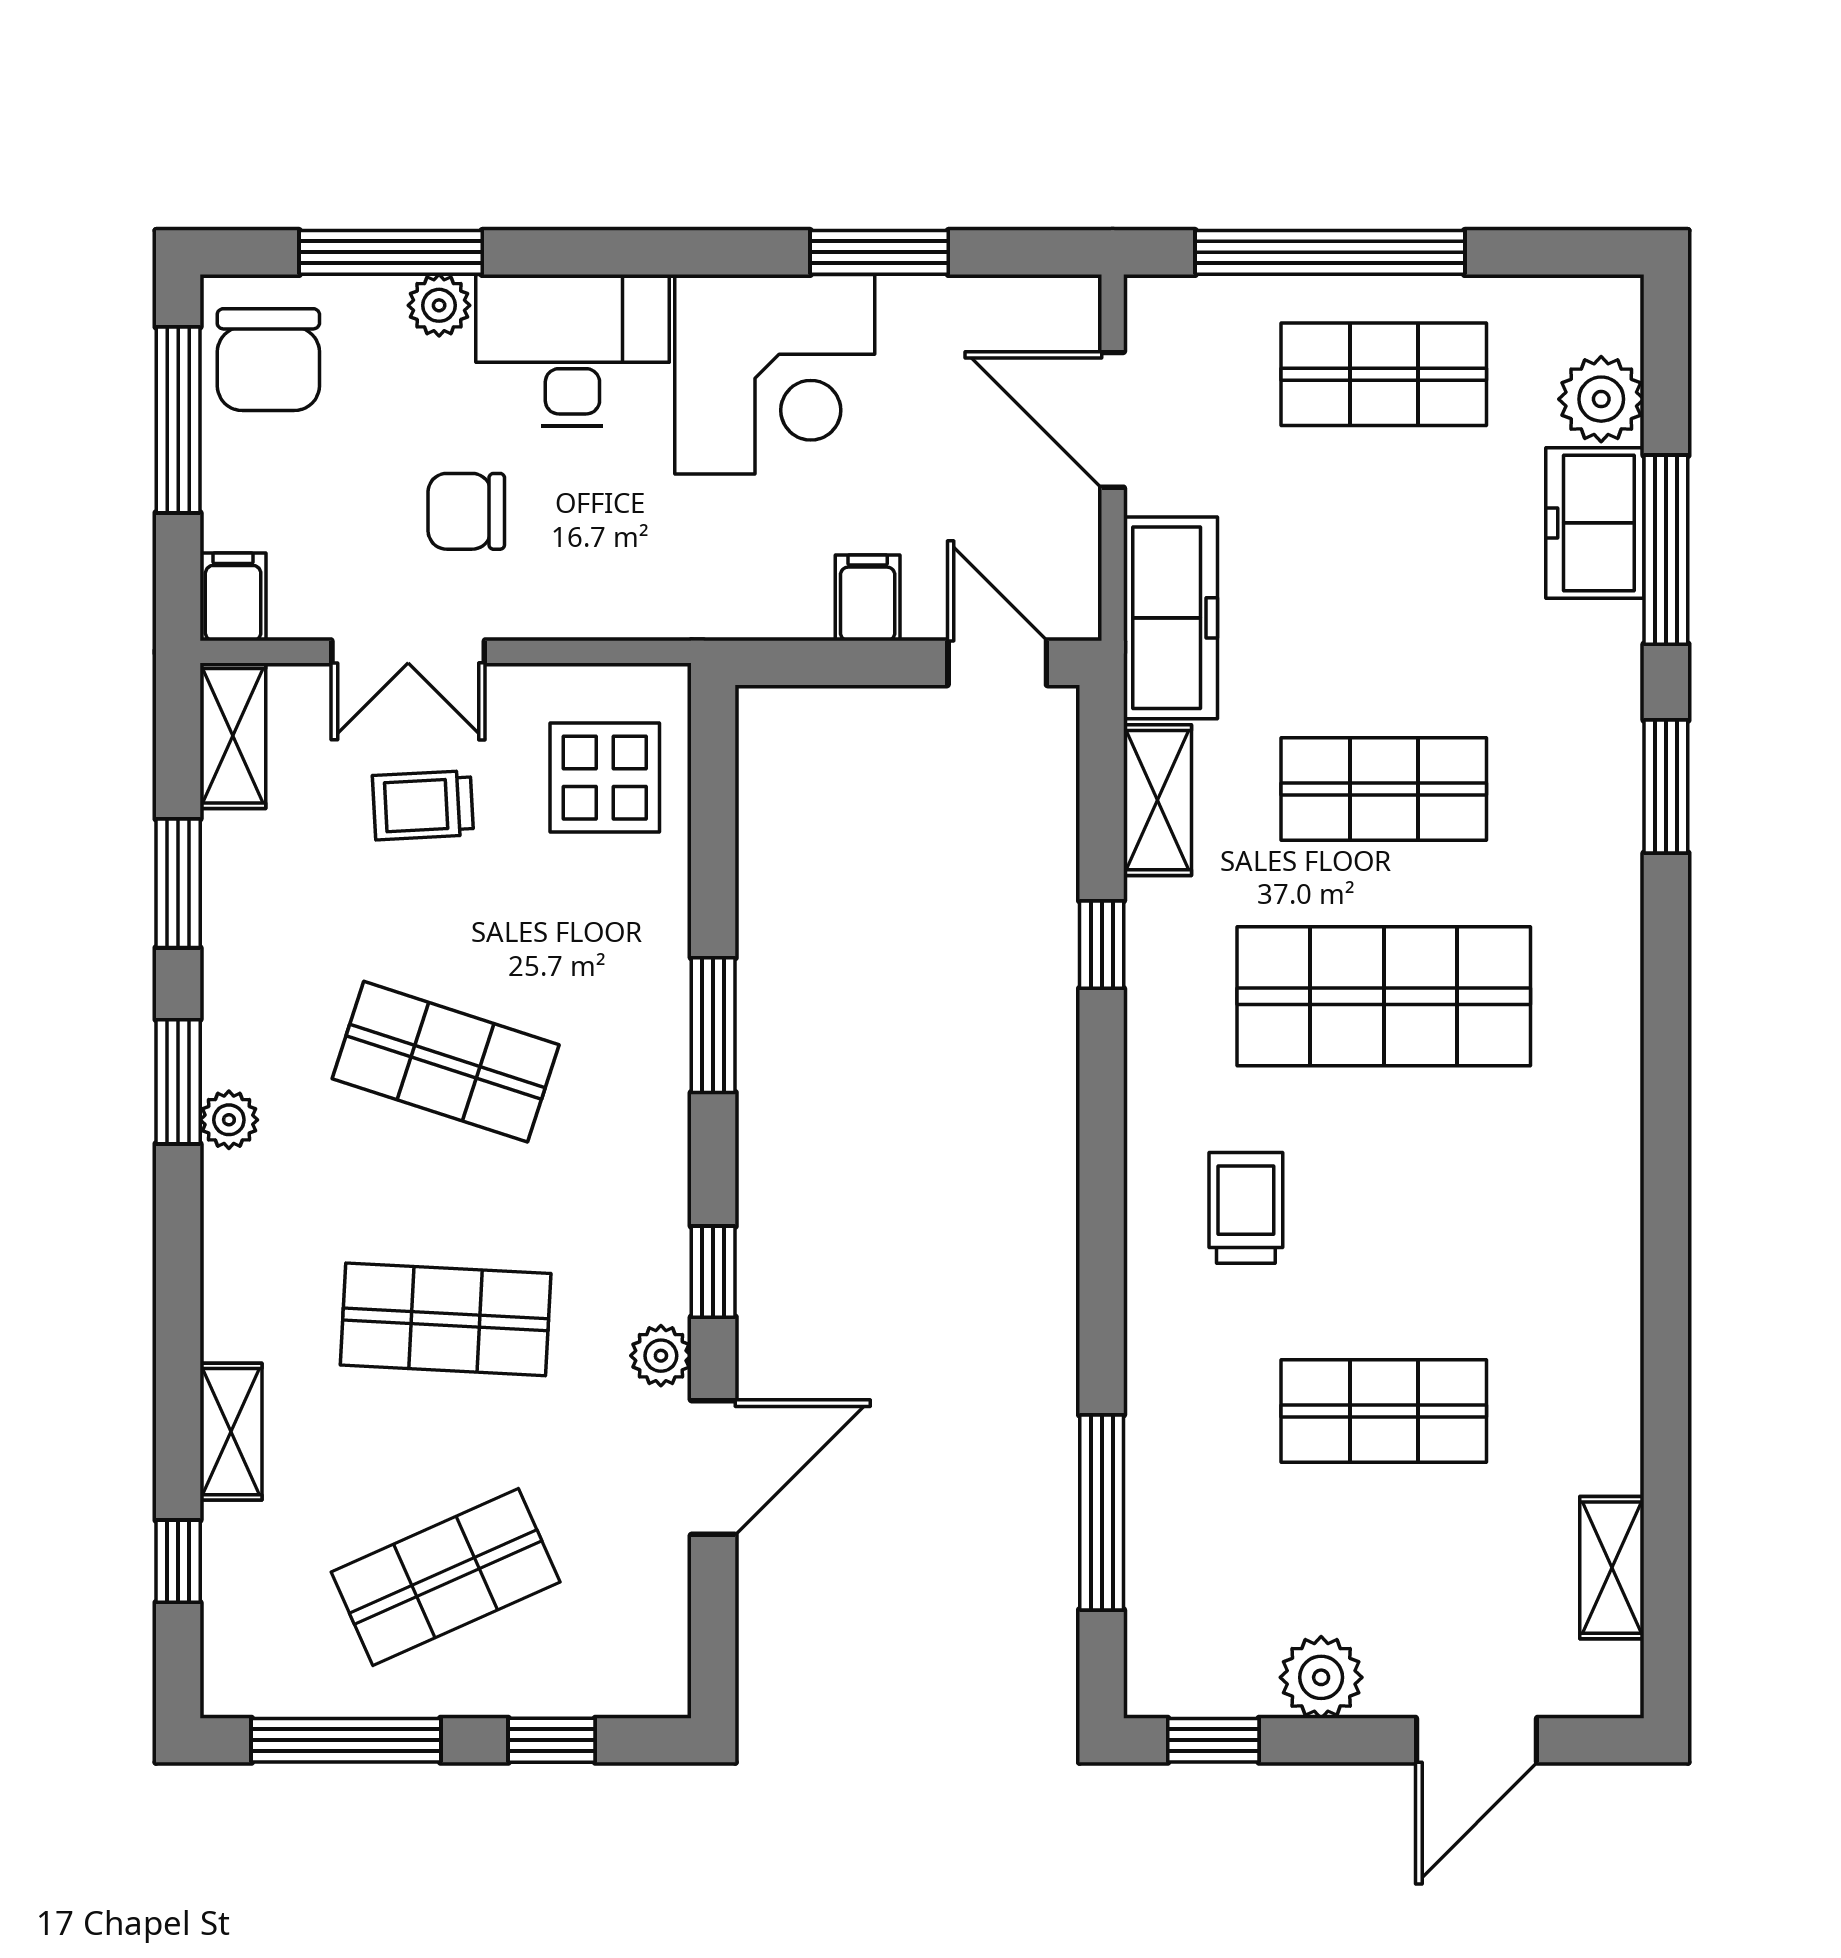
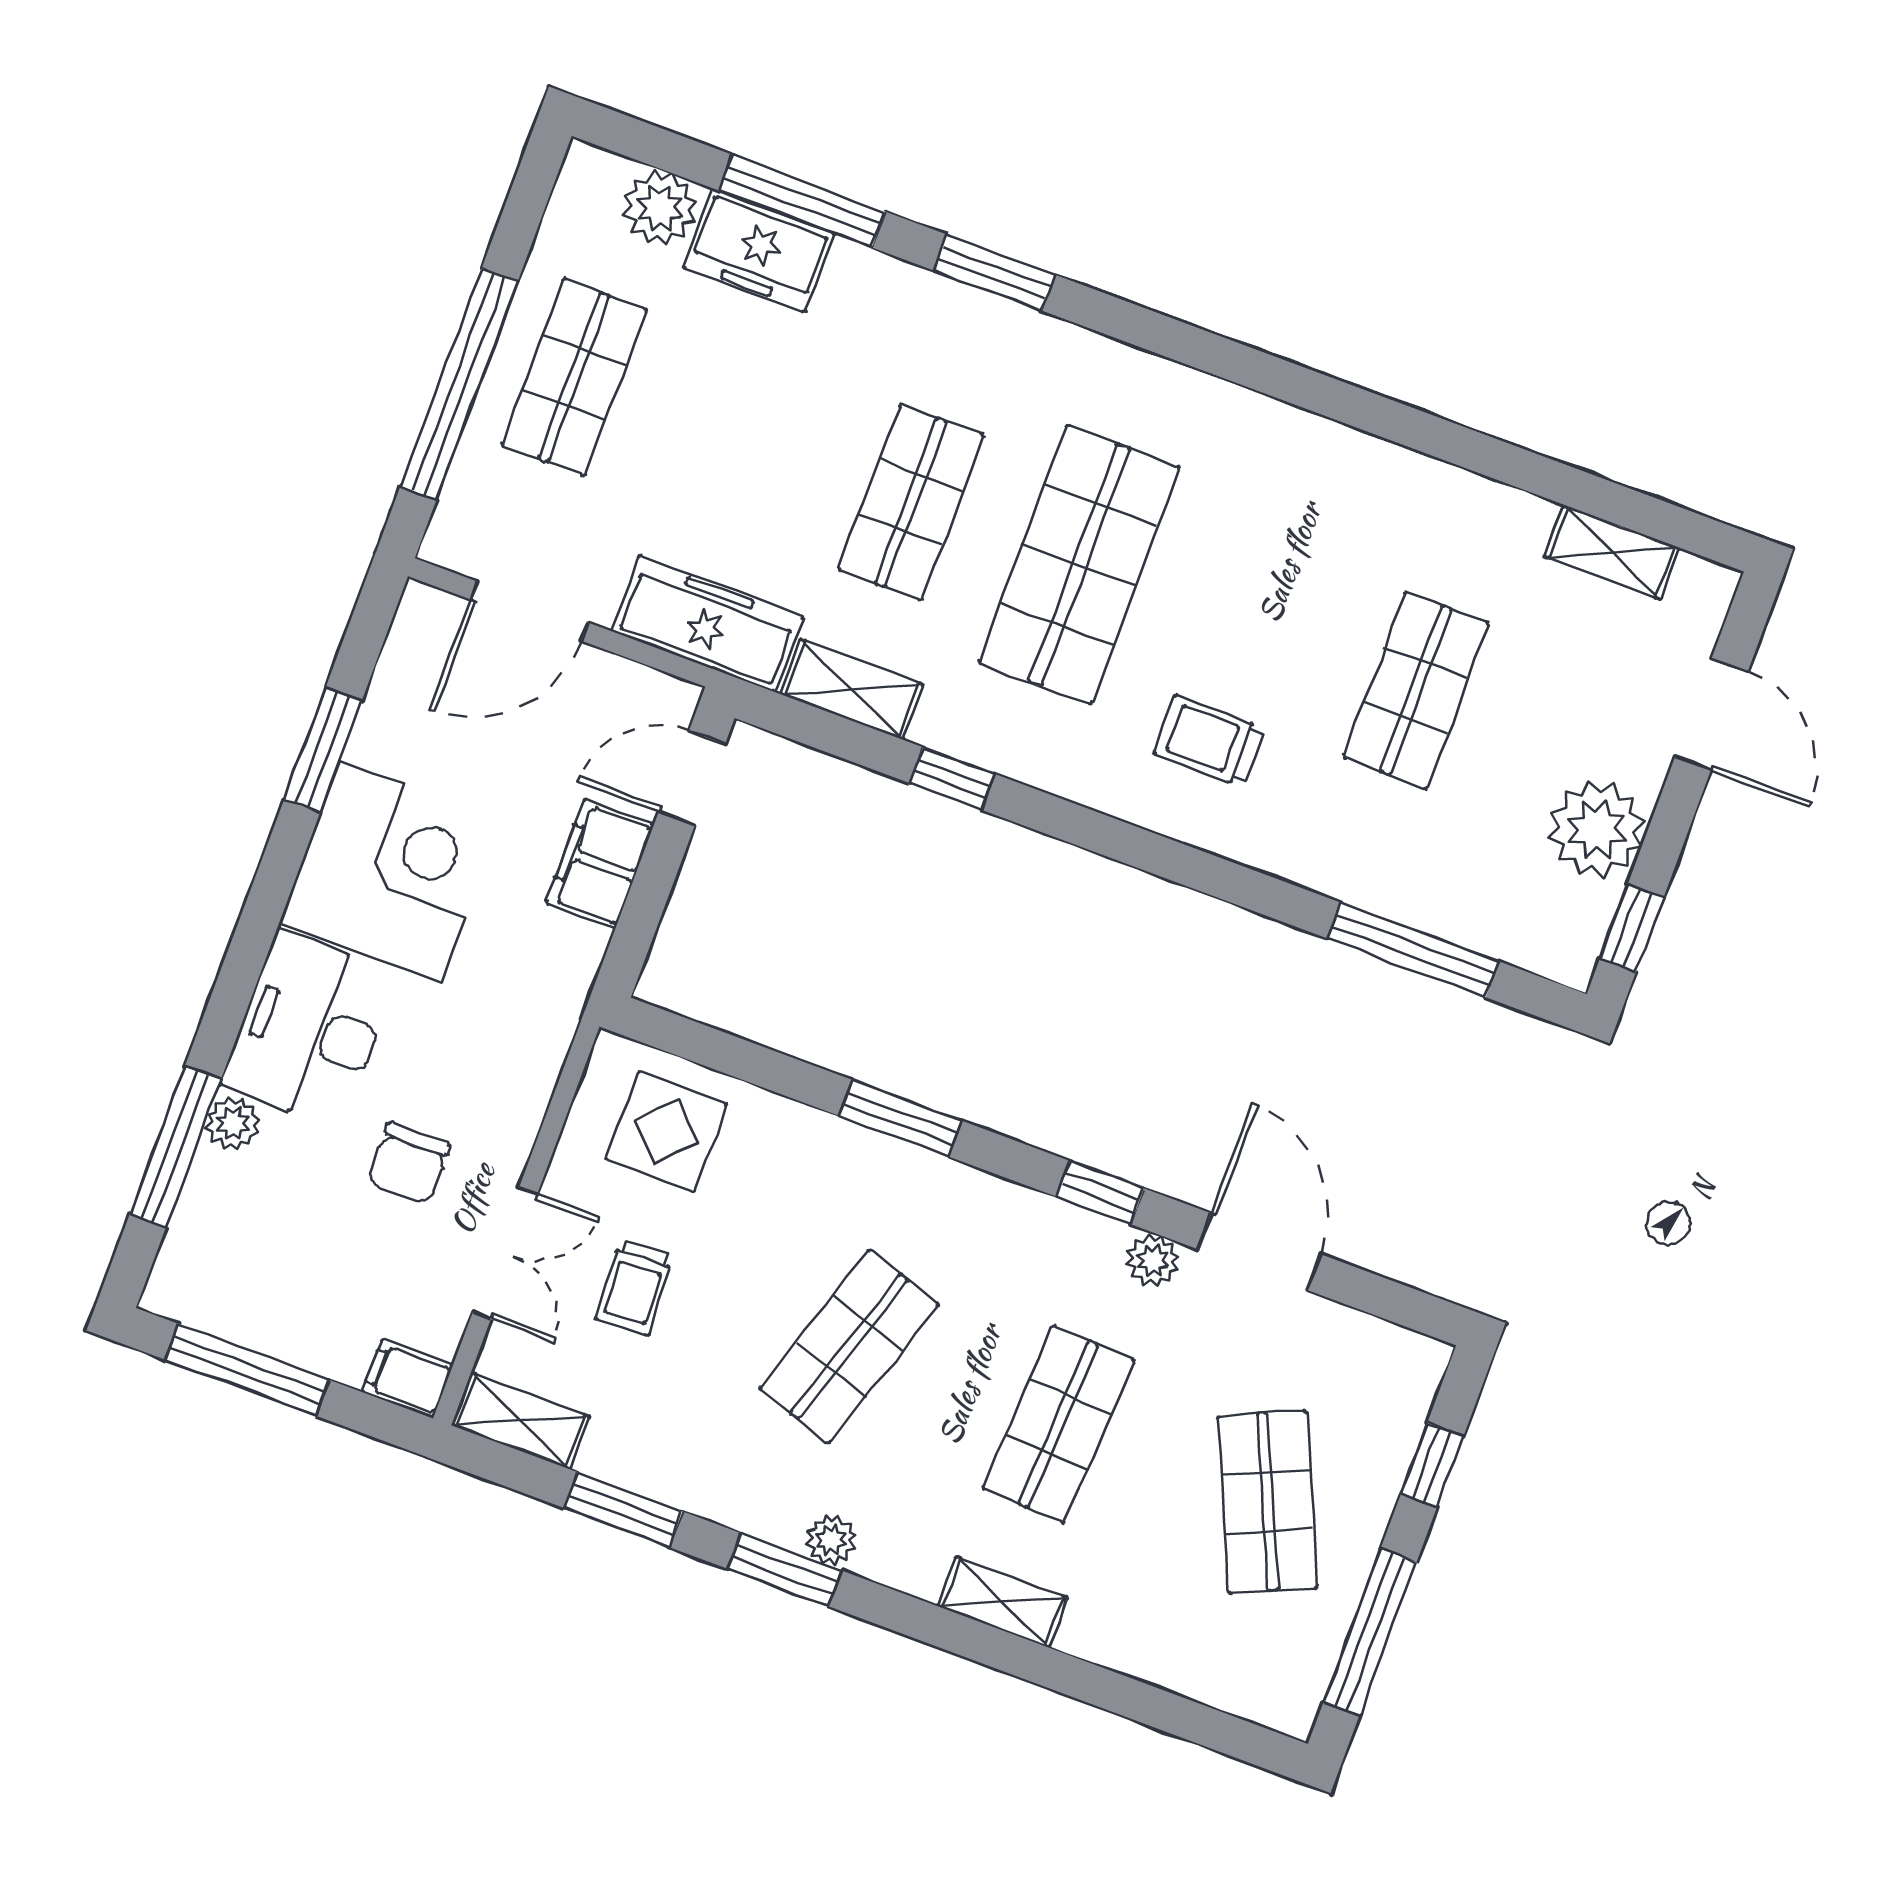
chair: (268, 360) -> (225, 1278), removed
filing cabinet: (868, 598) -> (600, 864), width x2.00
shelving: (231, 1432) -> (1003, 1602), moved
window: (178, 1561) -> (1174, 1714), removed
plant: (1321, 1677) -> (1597, 829), width x1.36, depth x1.36

